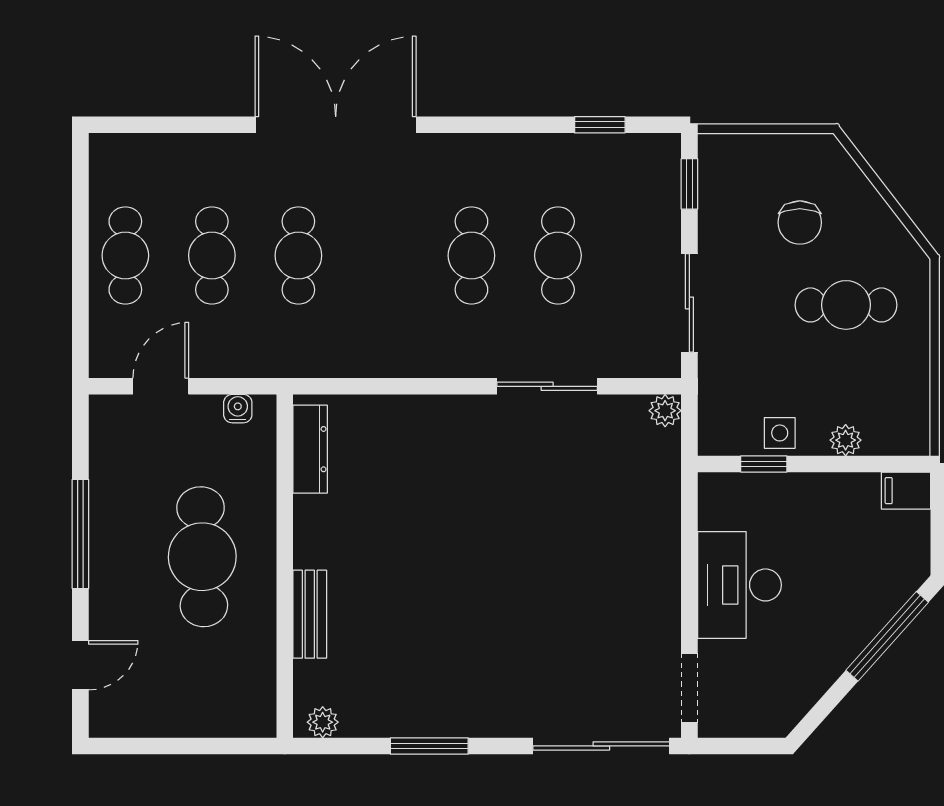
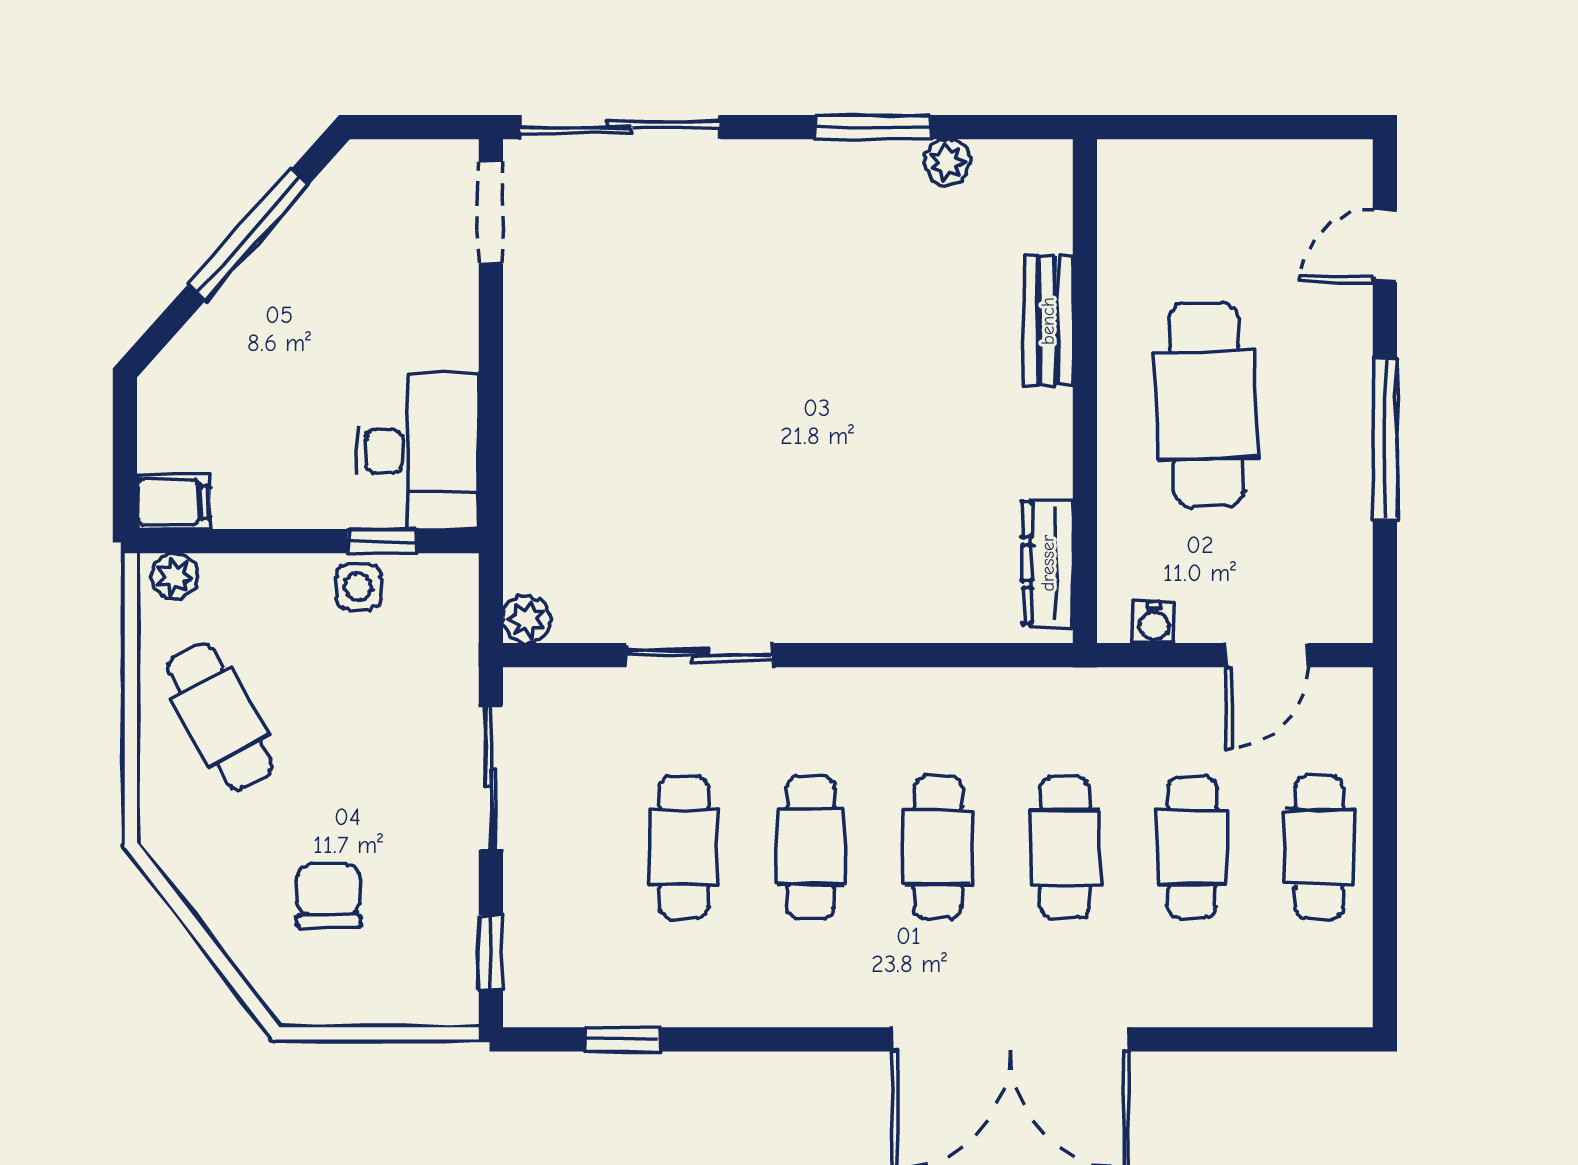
cafe table: (385, 255) -> (938, 847), added
cafe table: (846, 305) -> (220, 717), moved, turned 62
plant: (846, 440) -> (175, 576), moved
desk: (739, 585) -> (417, 451), moved
window: (887, 636) -> (248, 235), moved
plant: (323, 722) -> (948, 162), moved

